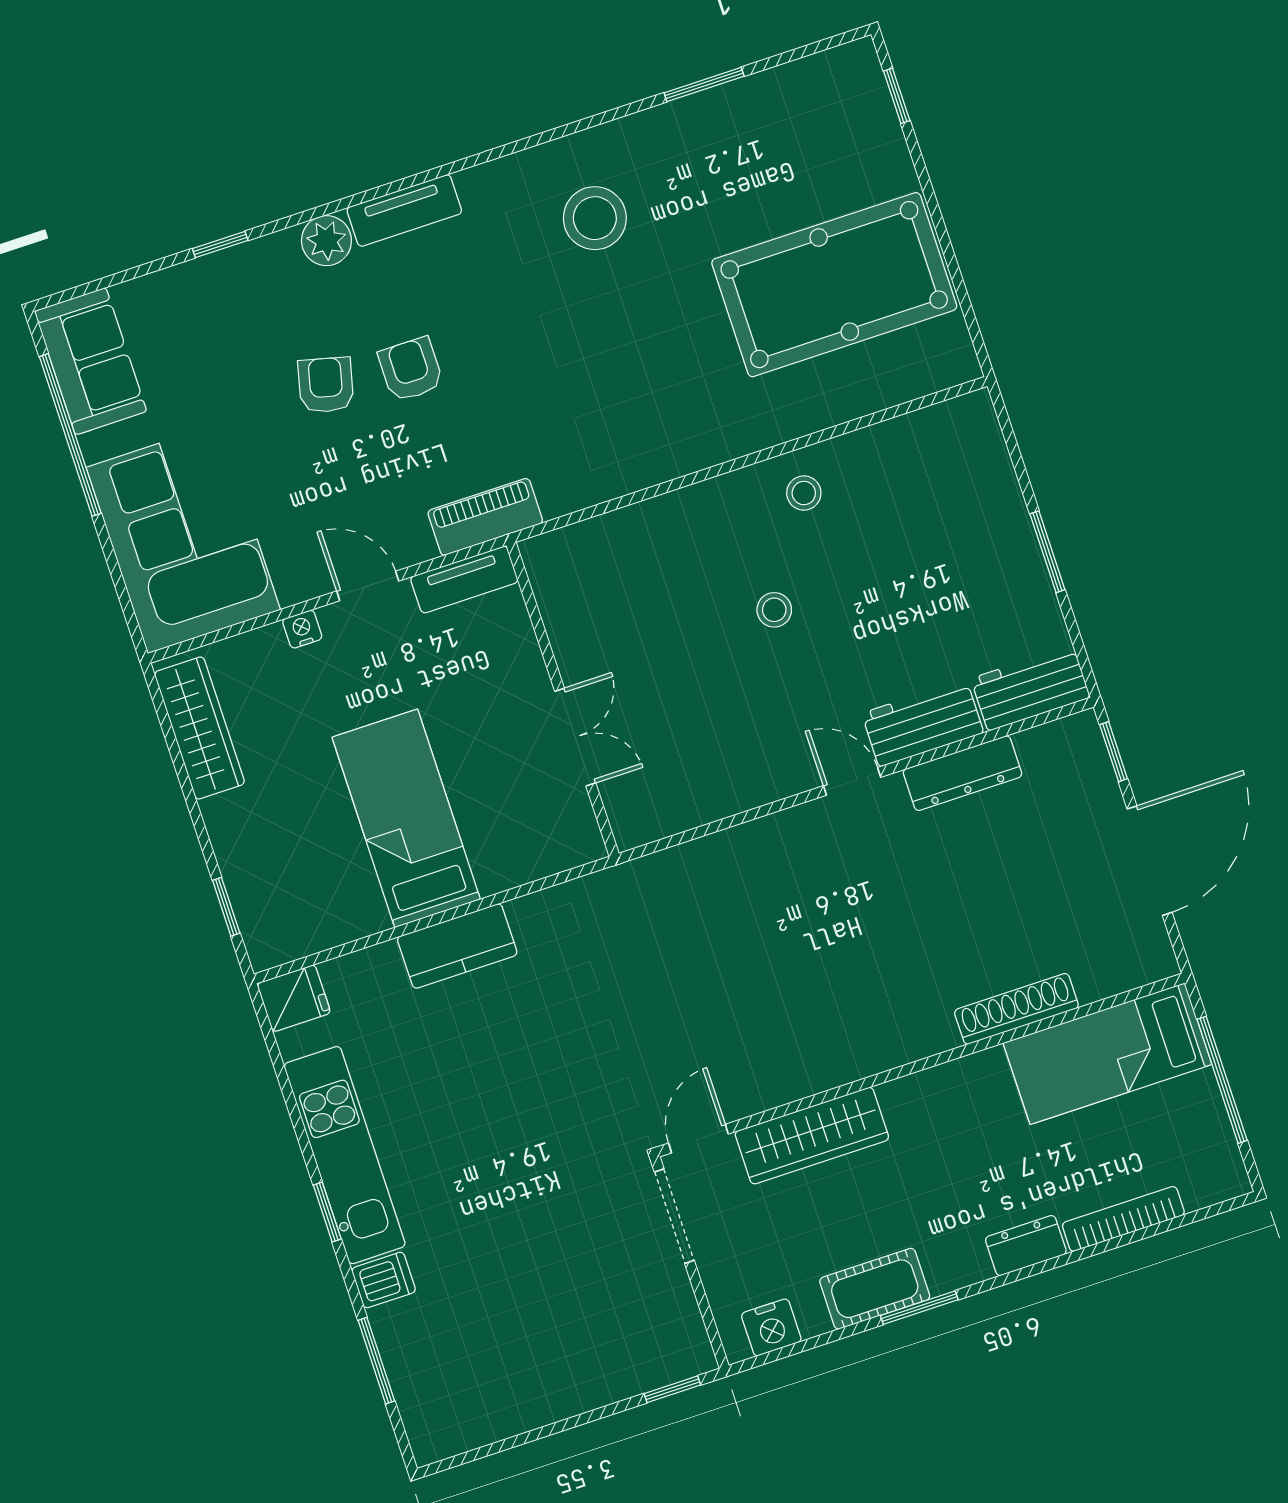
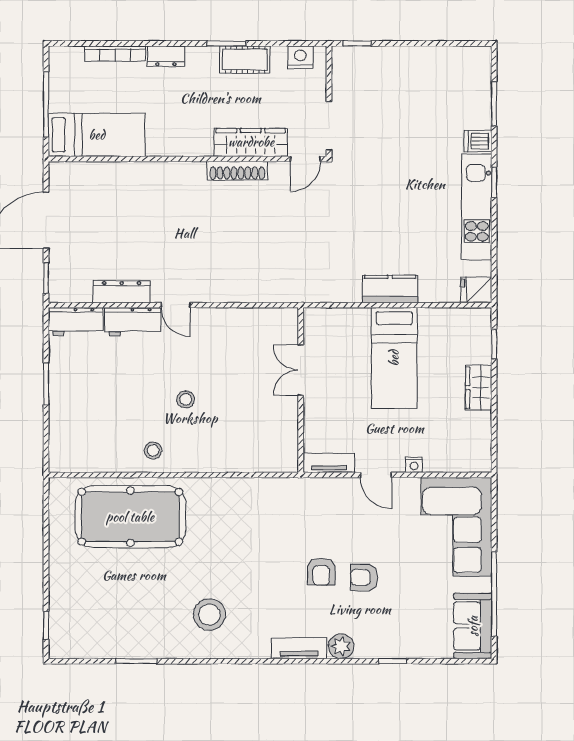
pool table: (834, 285) -> (130, 517), moved
armchair: (326, 385) -> (364, 577), turned 76
piano: (485, 517) -> (309, 489), removed
wardrobe: (199, 728) -> (479, 388), moved, width x0.67
shoe rack: (1016, 1009) -> (237, 171), moved

